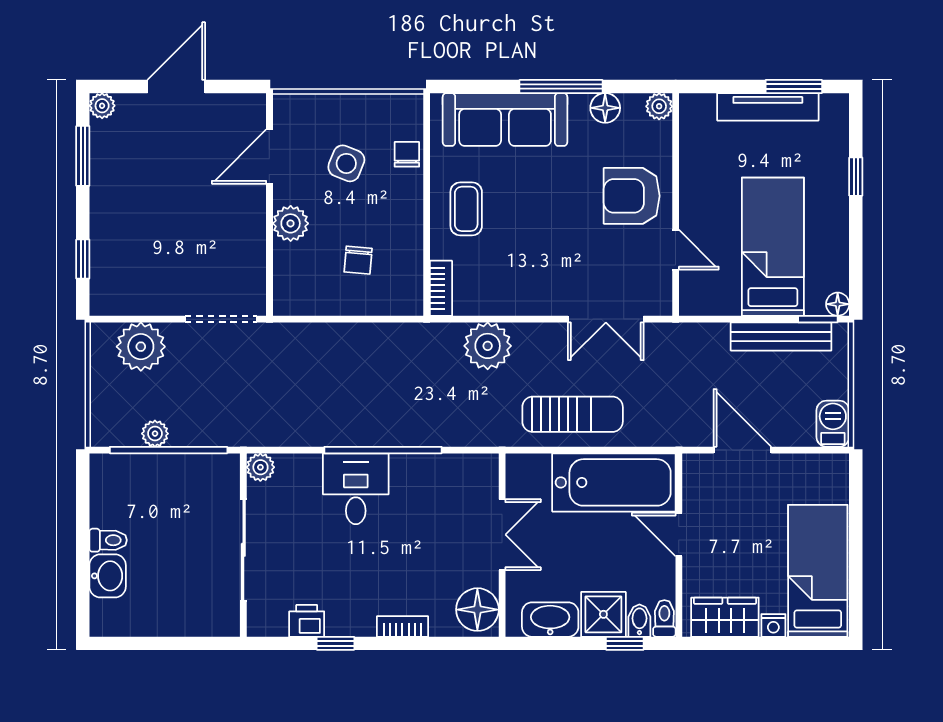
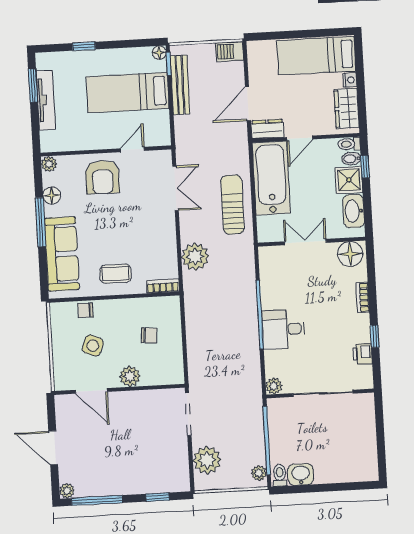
window: (83, 156) -> (97, 500), width x1.44
plant: (155, 434) -> (259, 473), moved
dresser: (698, 481) -> (267, 129), added
toilet: (108, 540) -> (280, 475), moved
washbasin: (108, 576) -> (301, 474), moved

